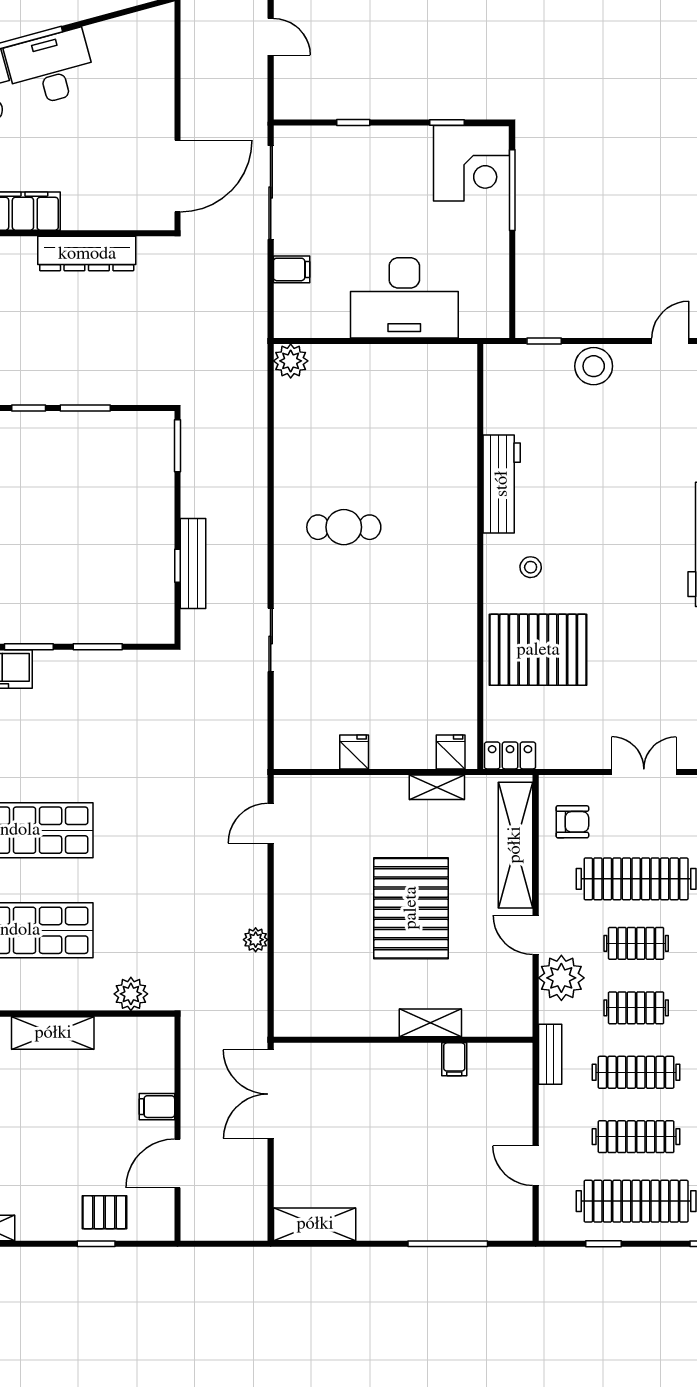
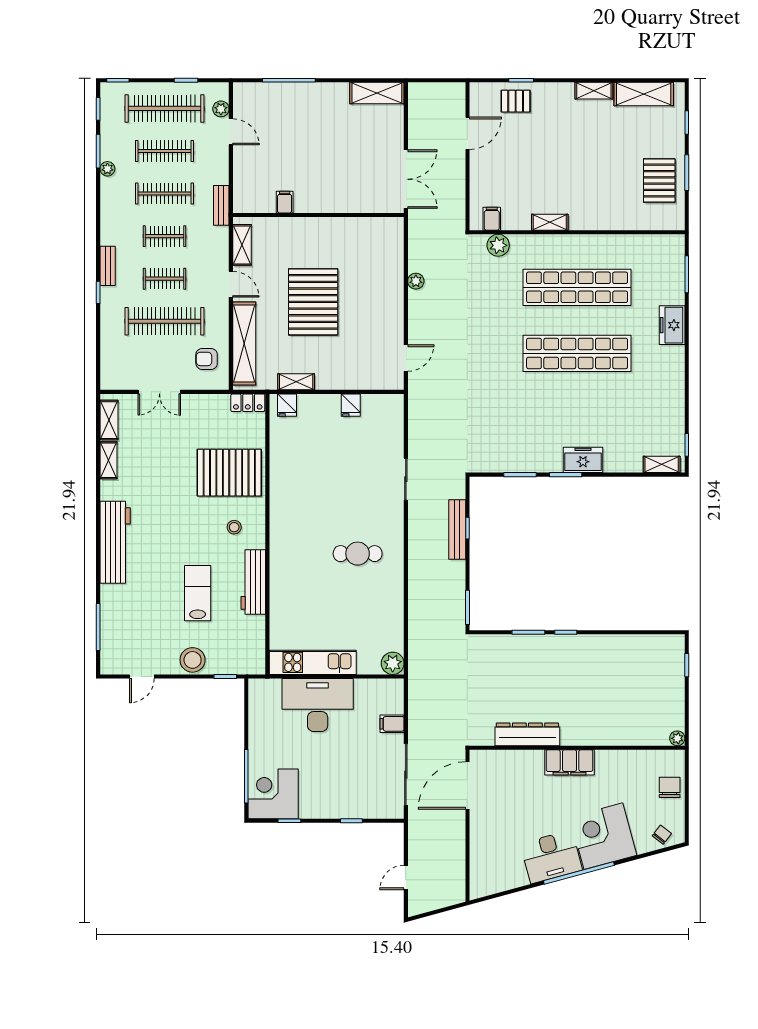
door: (271, 37) -> (406, 877), hinge flipped
kitchen unit: (412, 362) -> (313, 662), added
lab bench: (586, 467) -> (198, 593), added
plant: (561, 978) -> (221, 109), moved, width x0.53, depth x0.53
shelving: (430, 1023) -> (242, 245), moved, turned 90
shelving: (53, 1033) -> (550, 222), width x0.67, depth x0.75
filing cabinet: (157, 1107) -> (492, 219), moved, turned -90

